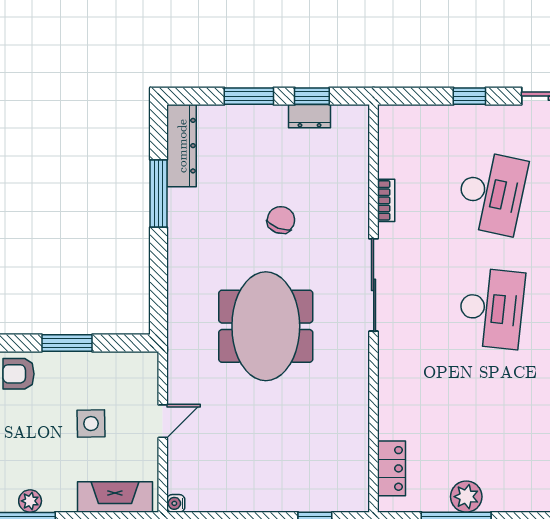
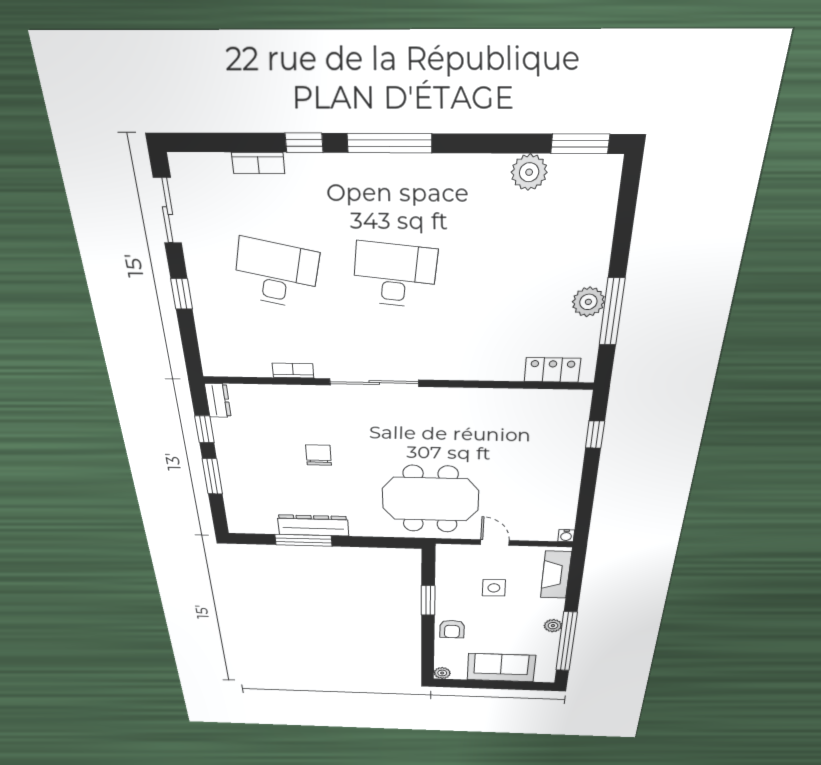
dresser: (310, 116) -> (218, 400), moved
dresser: (182, 146) -> (313, 525), moved
chair: (281, 220) -> (319, 455), turned 69
meeting table: (266, 326) -> (430, 499), moved

